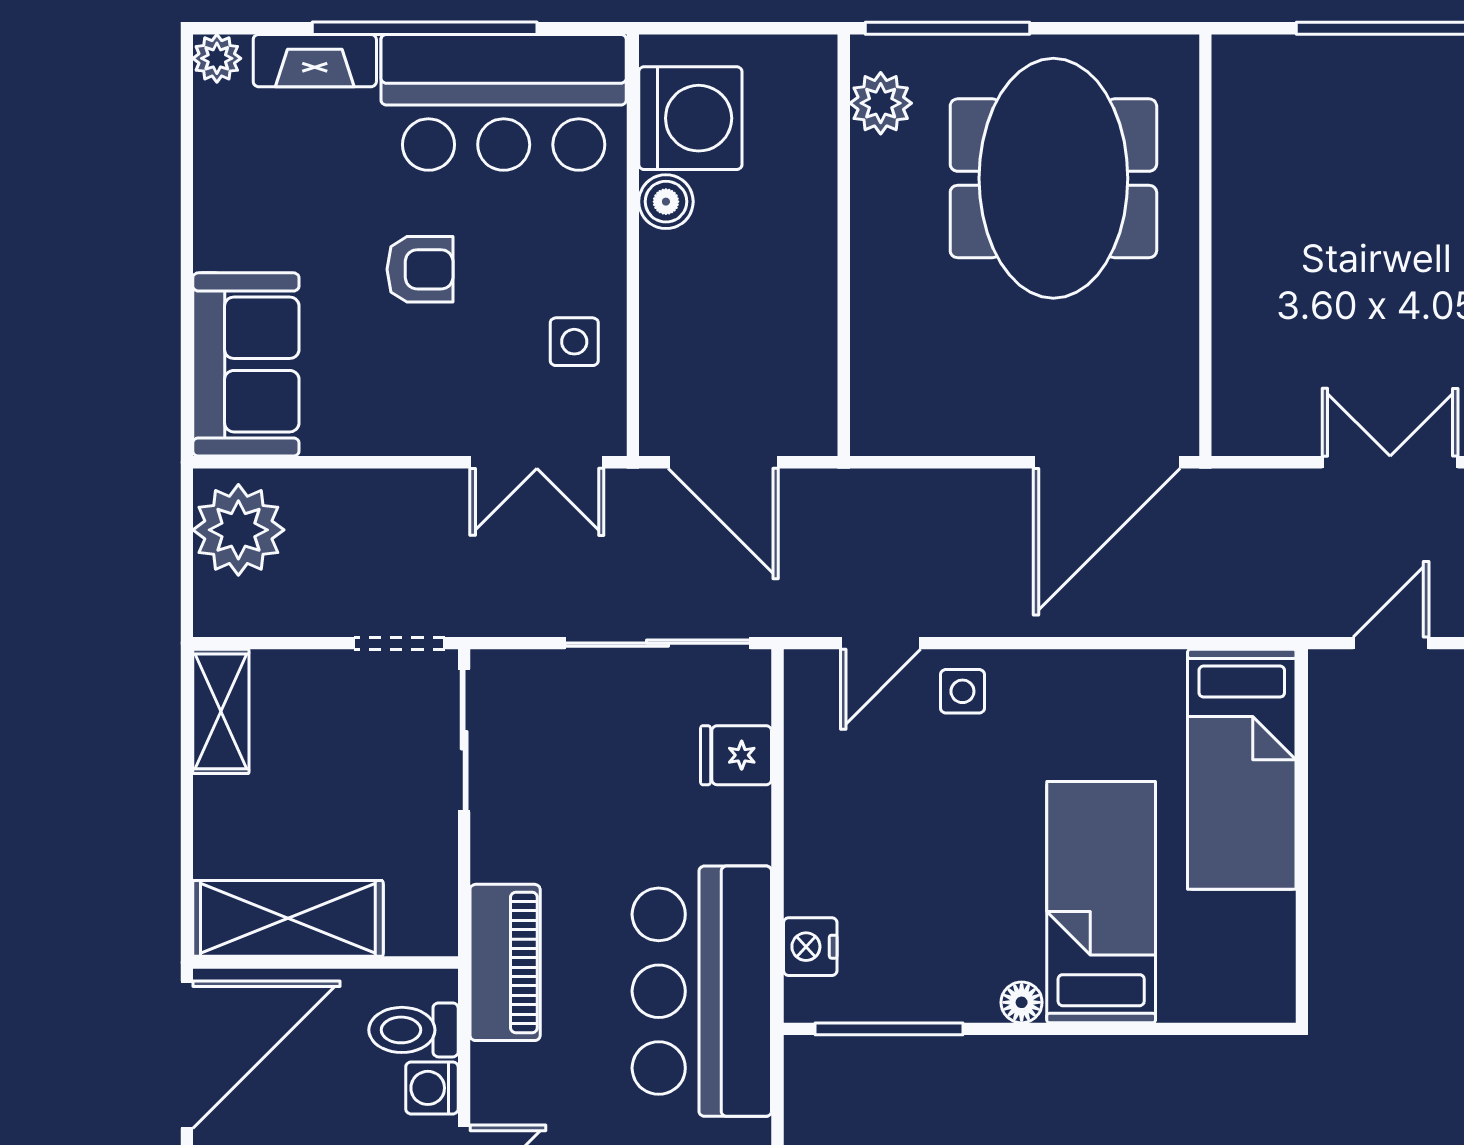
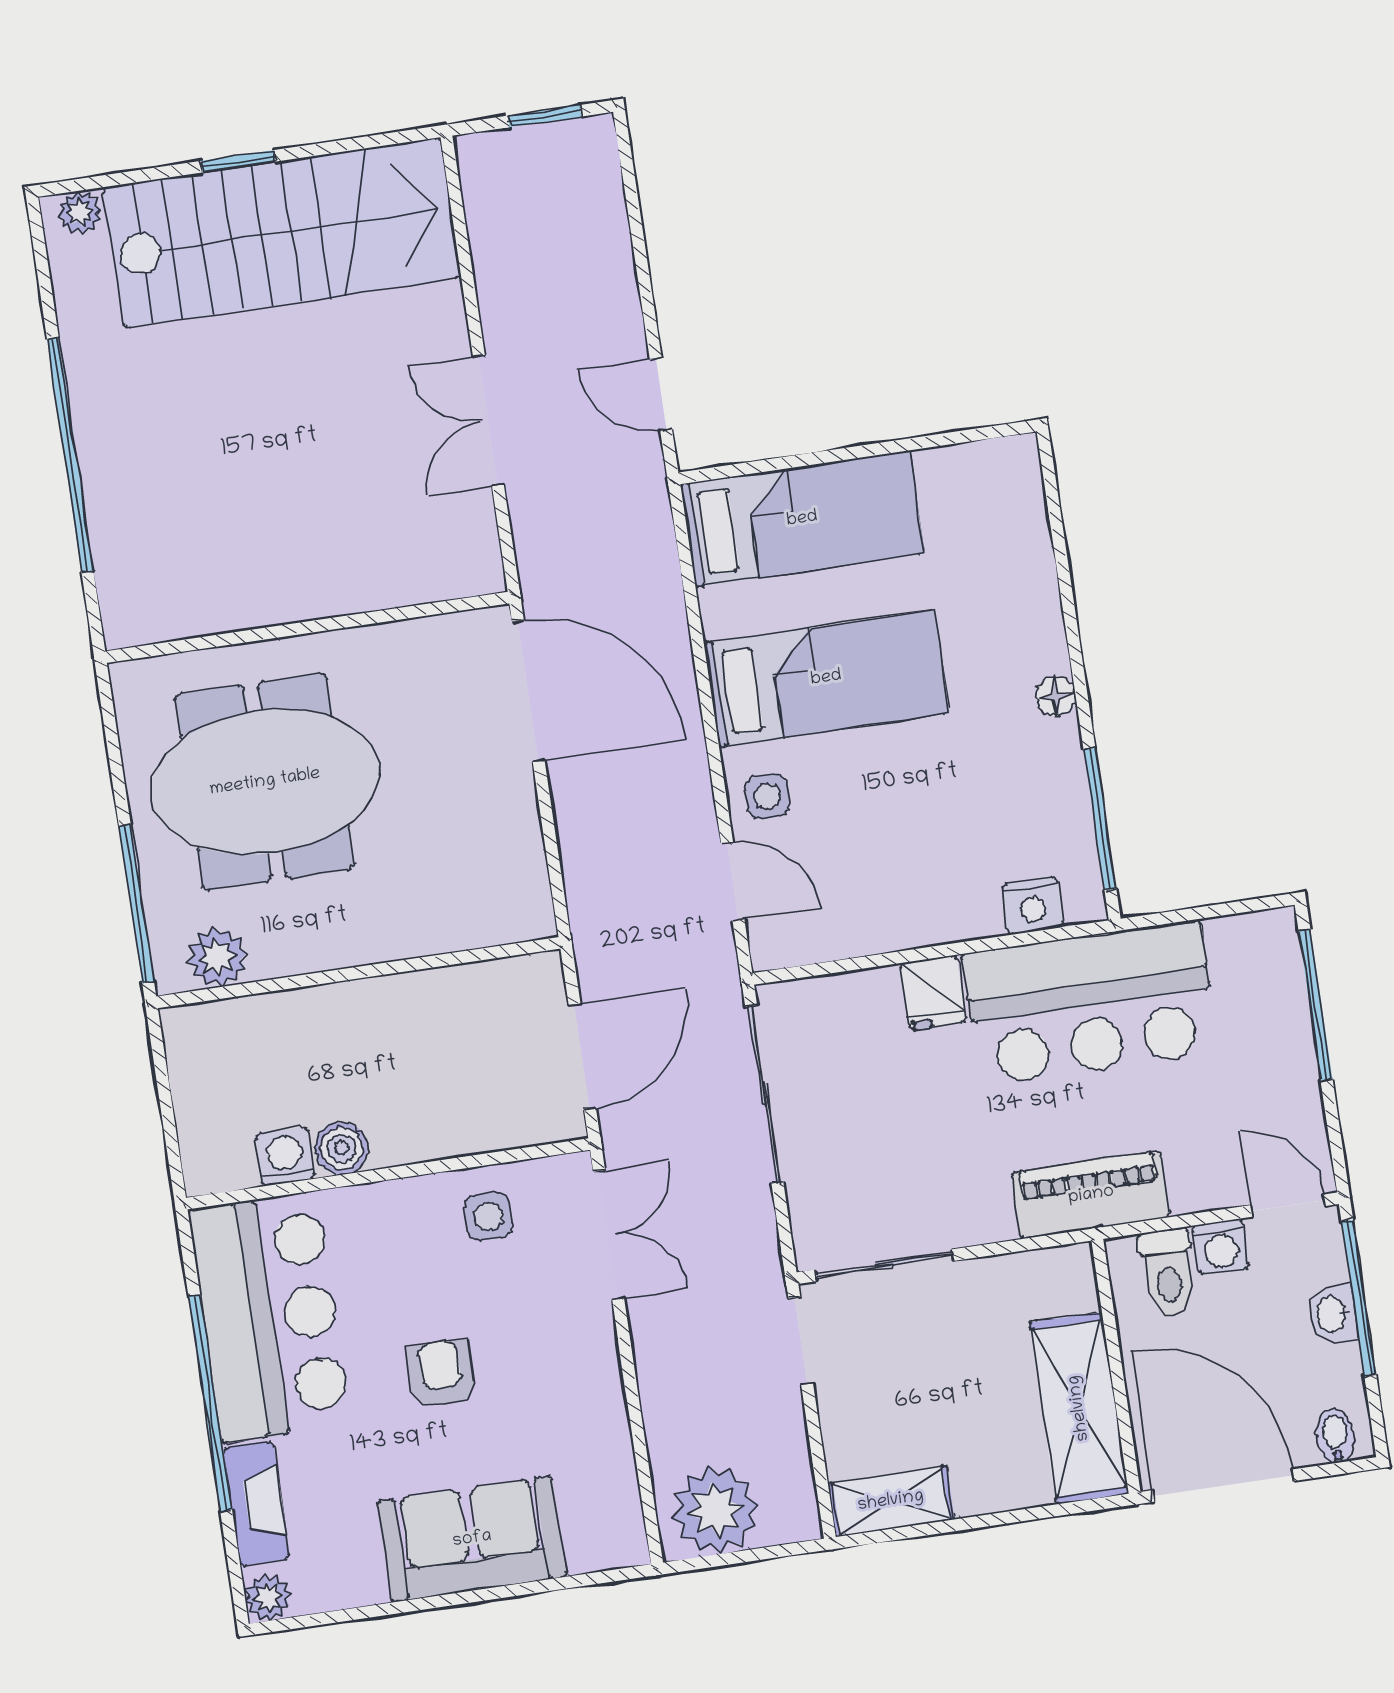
washing machine: (690, 118) -> (285, 1157), width x0.53, depth x0.53
sofa: (246, 364) -> (472, 1539), moved
fridge: (736, 755) -> (933, 993), moved
bed: (1101, 902) -> (826, 678), moved, turned 180

